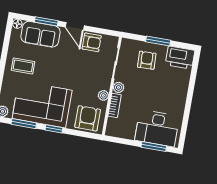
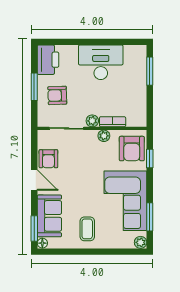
window: (46, 21) -> (34, 229), moved
door: (75, 26) -> (34, 180), hinge flipped
armchair: (92, 42) -> (48, 159), turned 180
armchair: (88, 118) -> (132, 149), turned -90
desk: (157, 128) -> (101, 62), moved, turned -90
window: (54, 129) -> (150, 158), moved

